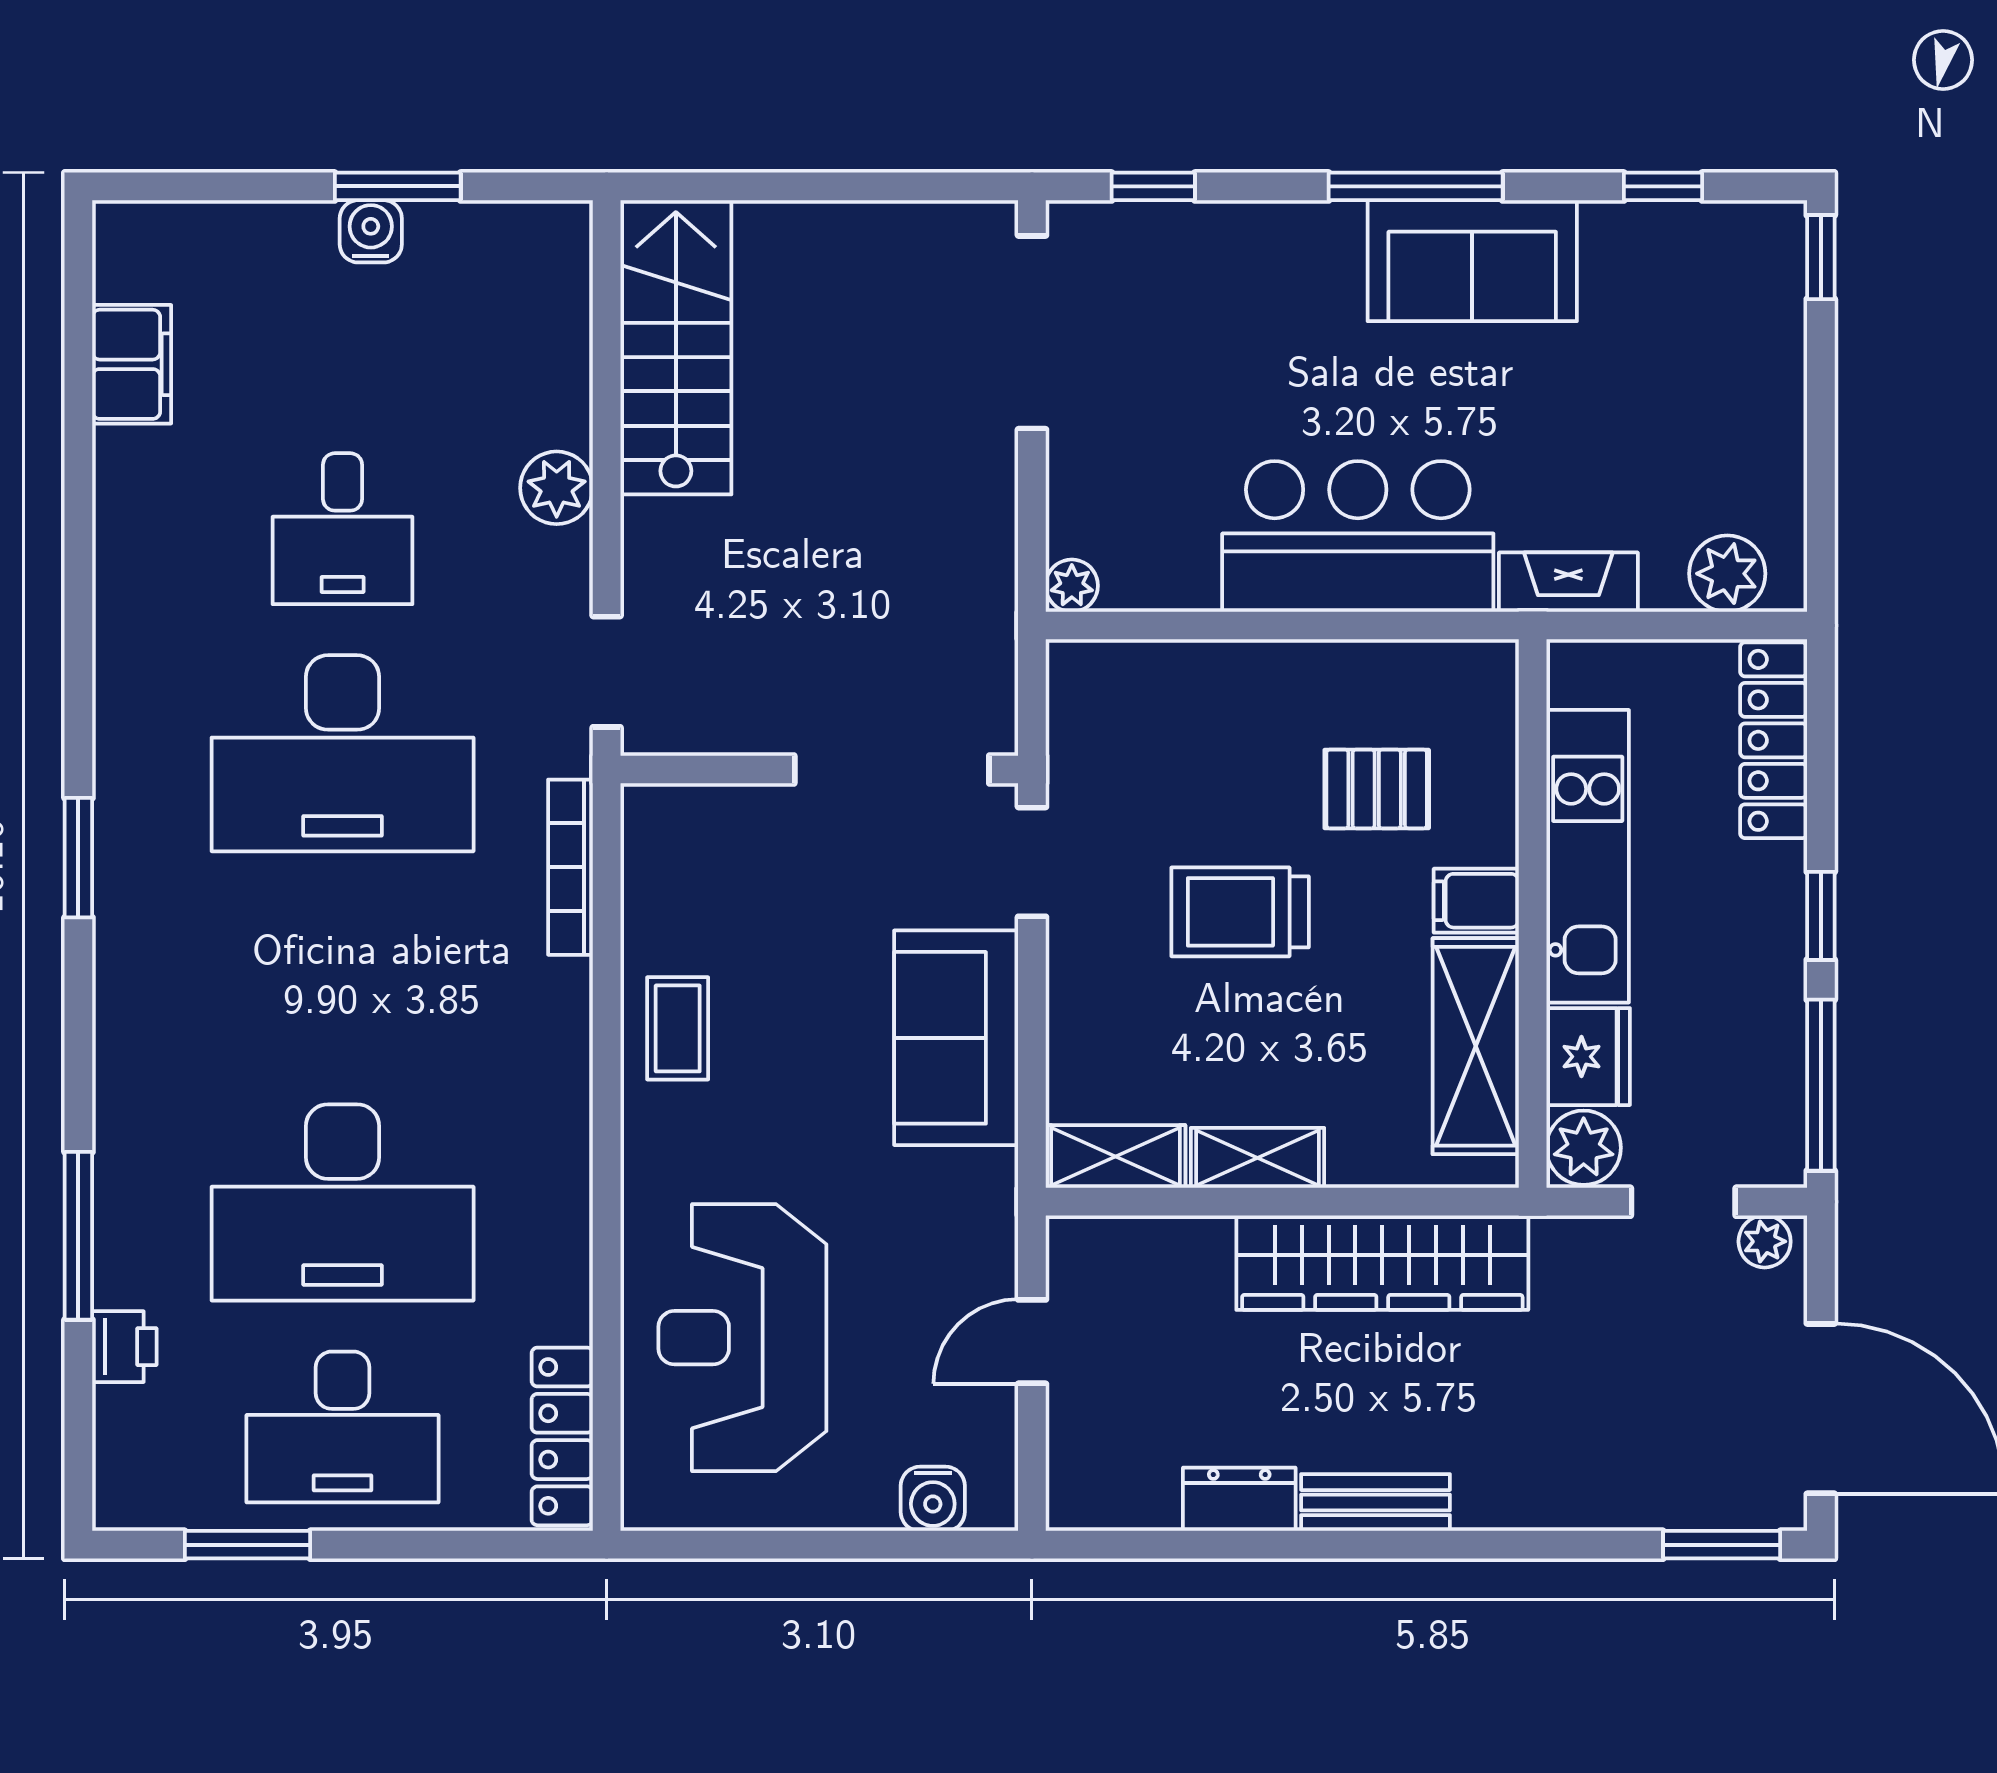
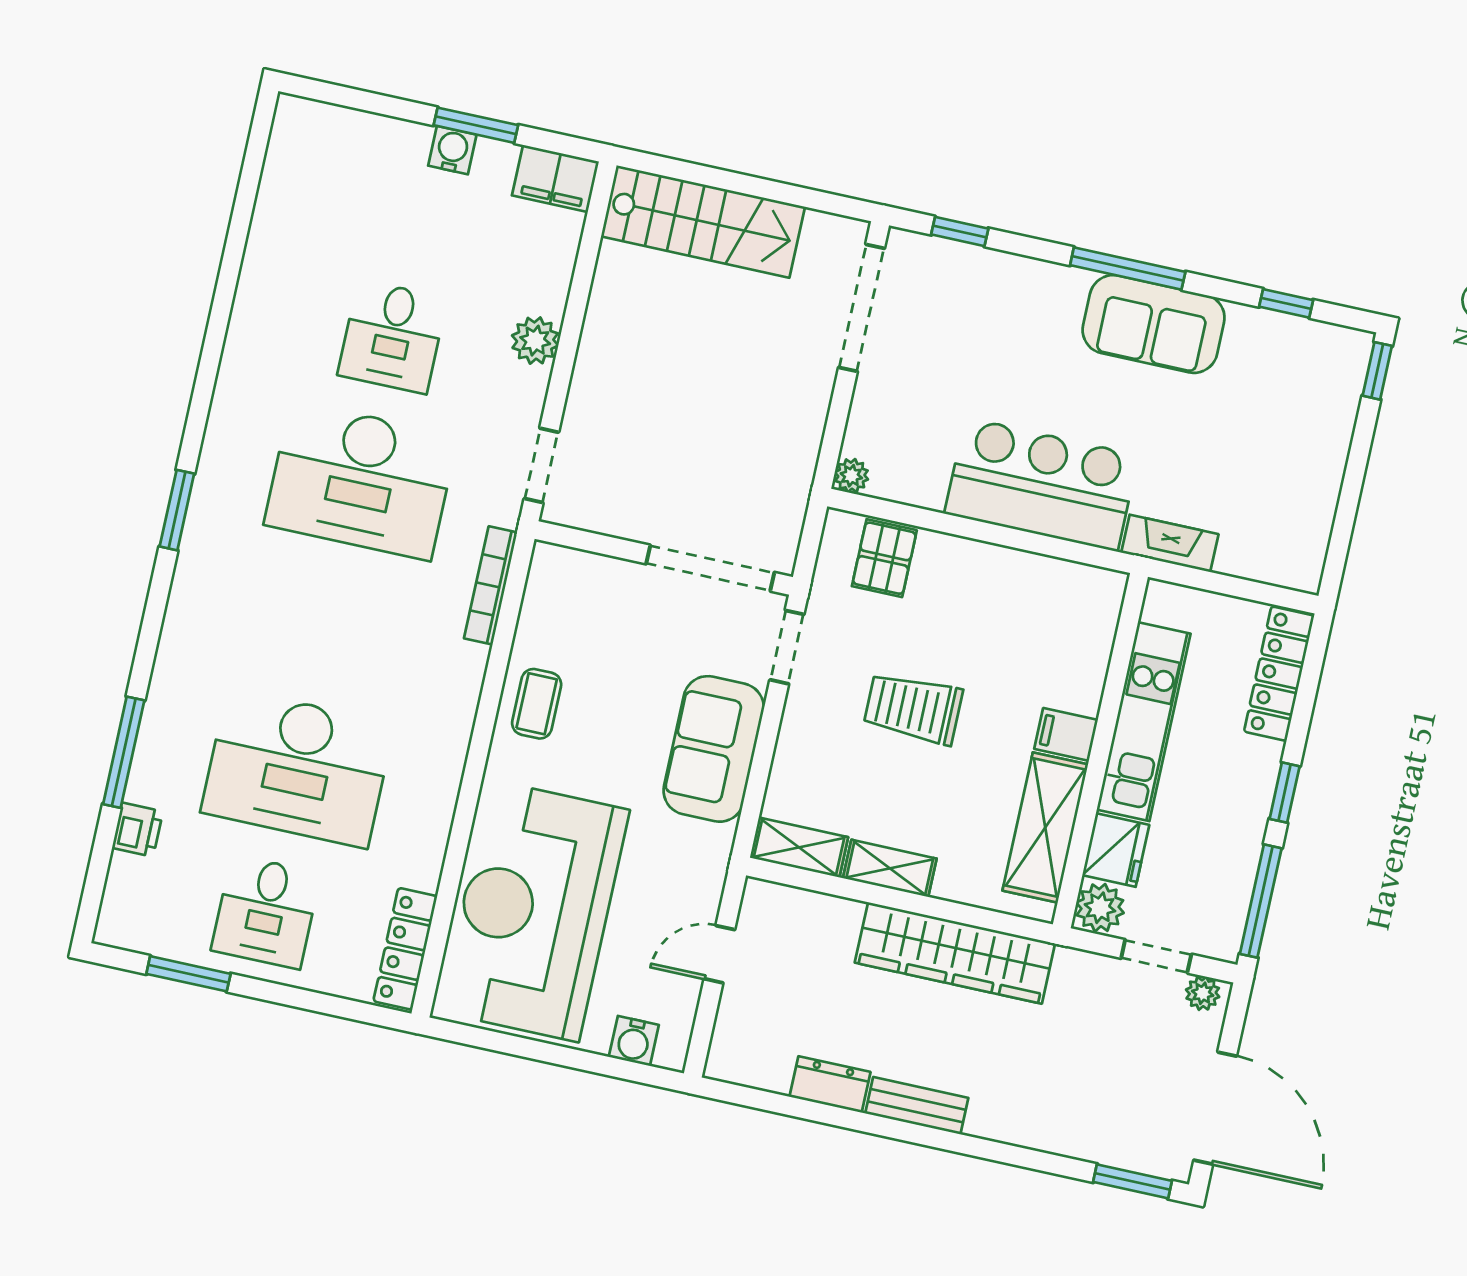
stairs: (676, 347) -> (703, 222), moved, turned 90
filing cabinet: (132, 364) -> (555, 178), moved, turned 90
plant: (1727, 574) -> (1273, 560), removed
pallet: (1377, 789) -> (884, 558), moved, turned 90
reception desk: (742, 1338) -> (535, 911), width x1.36, depth x1.30
desk: (343, 1427) -> (266, 912), width x0.73

